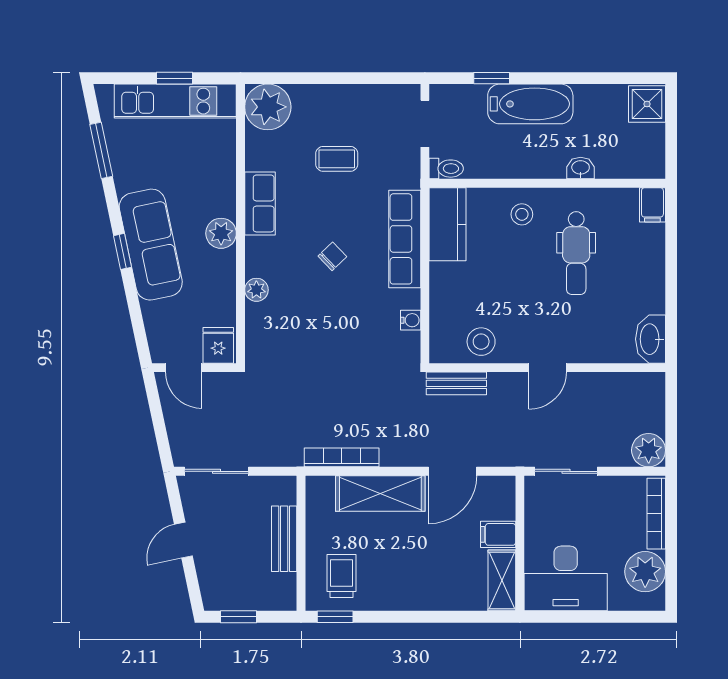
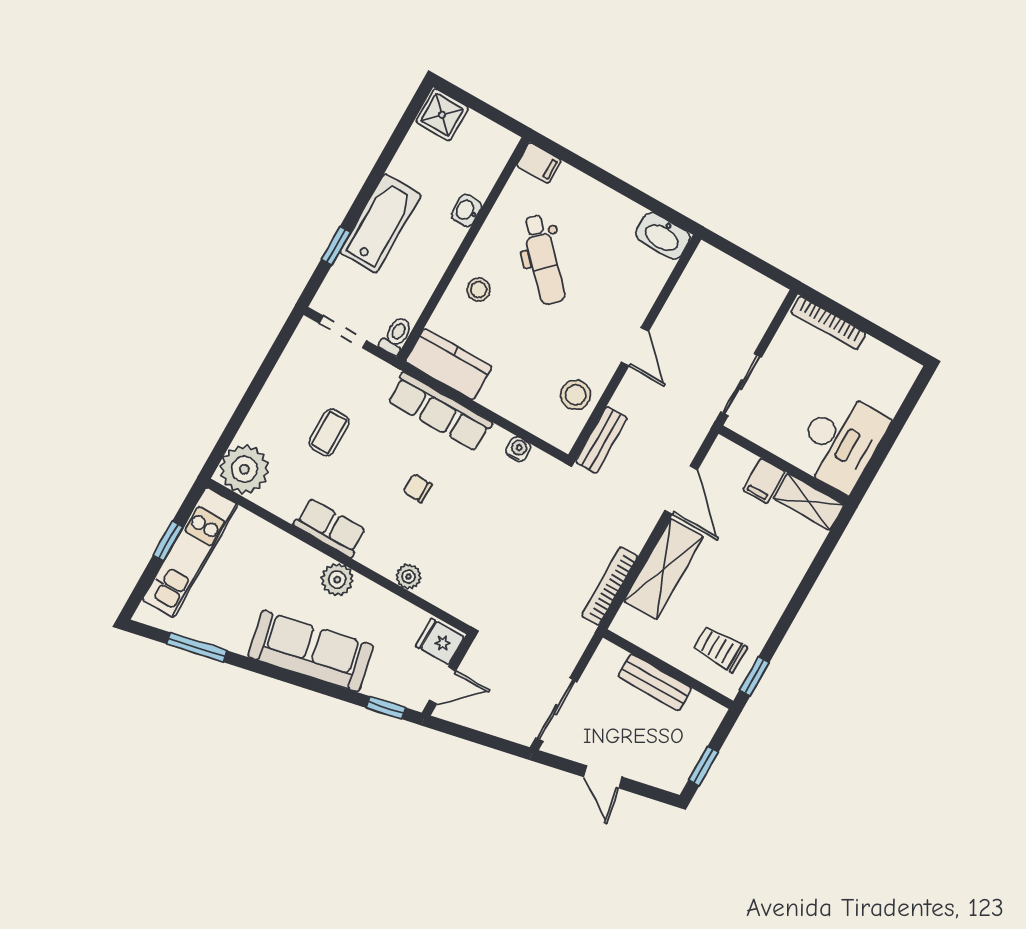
window: (123, 251) -> (386, 708), moved
dental chair: (576, 253) -> (543, 260), turned 46
chair: (332, 256) -> (417, 488), turned -44
plant: (649, 450) -> (765, 296), removed
plant: (645, 572) -> (876, 364), removed

